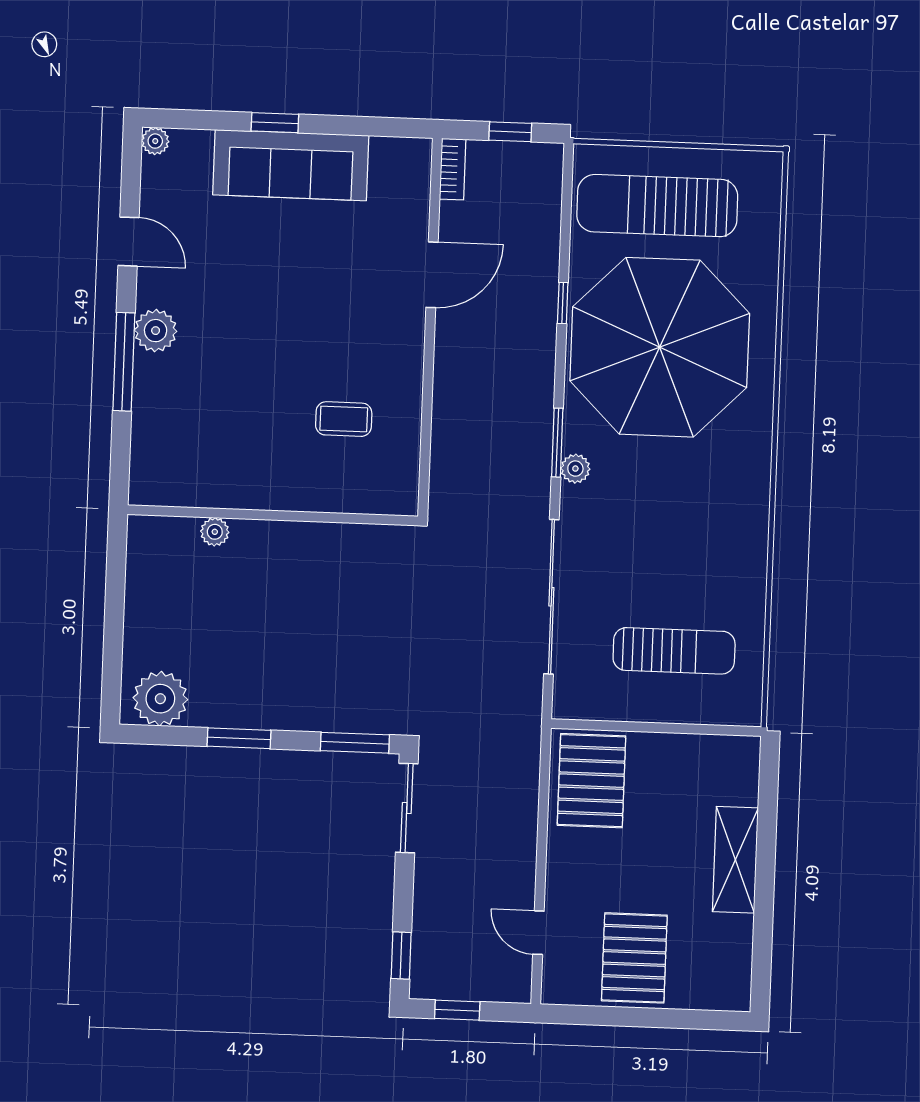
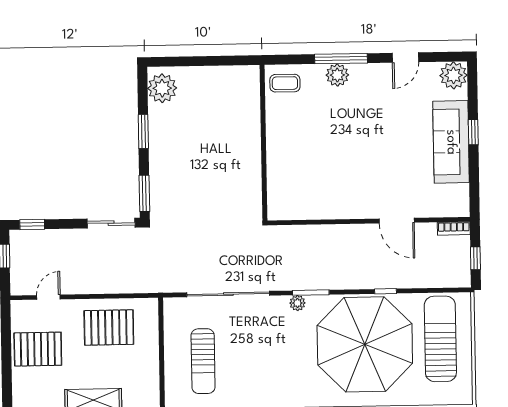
plant: (155, 141) -> (454, 75), width x1.88, depth x1.88
plant: (156, 331) -> (337, 75), moved
coffee table: (344, 419) -> (285, 83), moved, turned 90
plant: (215, 532) -> (253, 112), removed
pallet: (591, 781) -> (109, 327), moved

